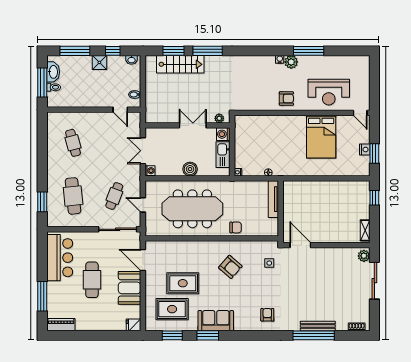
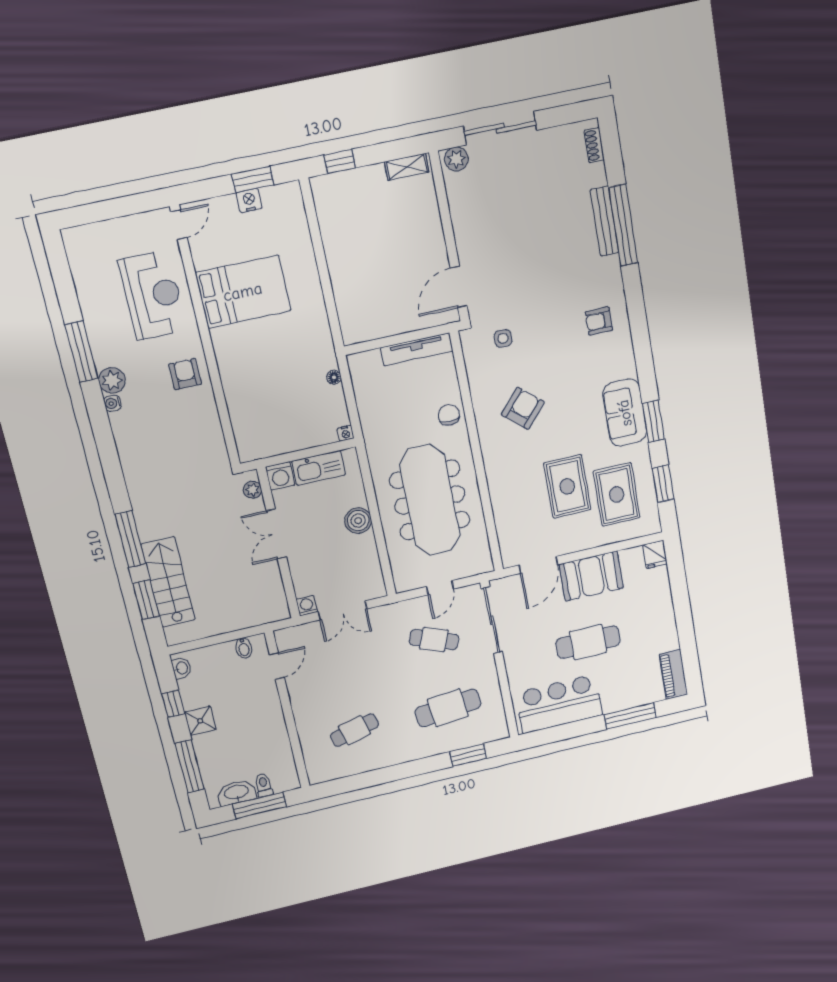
washing machine: (150, 171) -> (307, 606), moved
tv unit: (273, 199) -> (417, 349), moved

